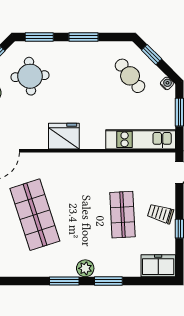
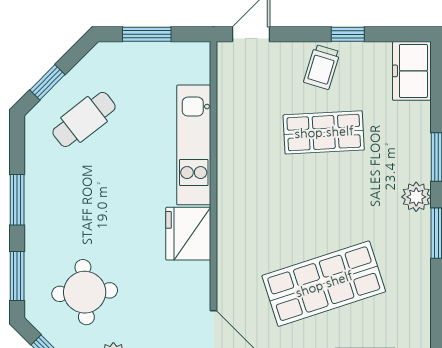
water cooler: (167, 83) -> (97, 56), removed
kitchen unit: (141, 139) -> (194, 145), moved

